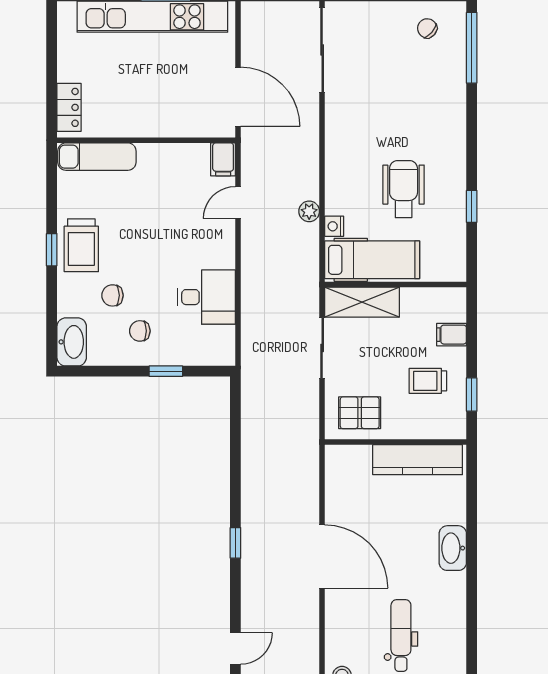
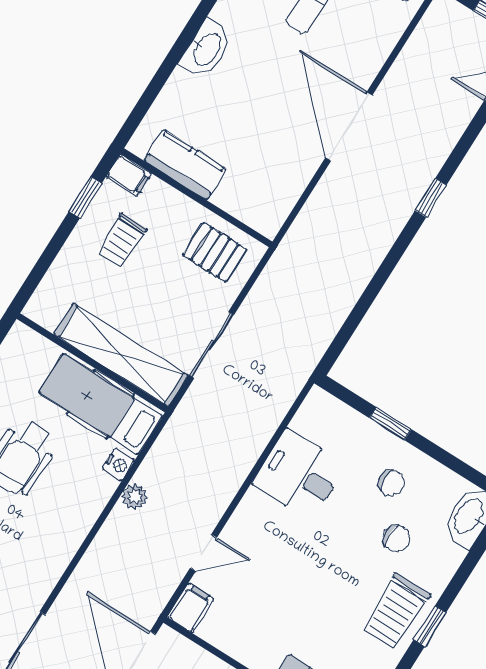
trolley: (81, 245) -> (396, 611), turned 180
shelving: (362, 302) -> (121, 355), width x1.47
filing cabinet: (452, 335) -> (129, 175), moved
trolley: (428, 381) -> (122, 241), turned 90
kitchen counter: (418, 460) -> (185, 165), width x0.67

